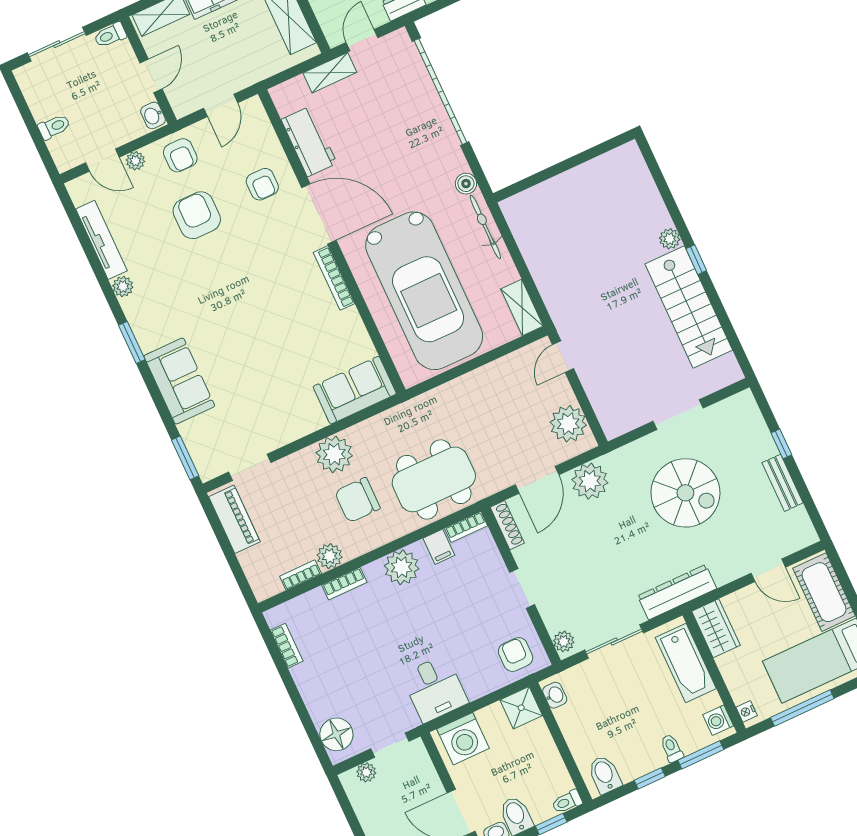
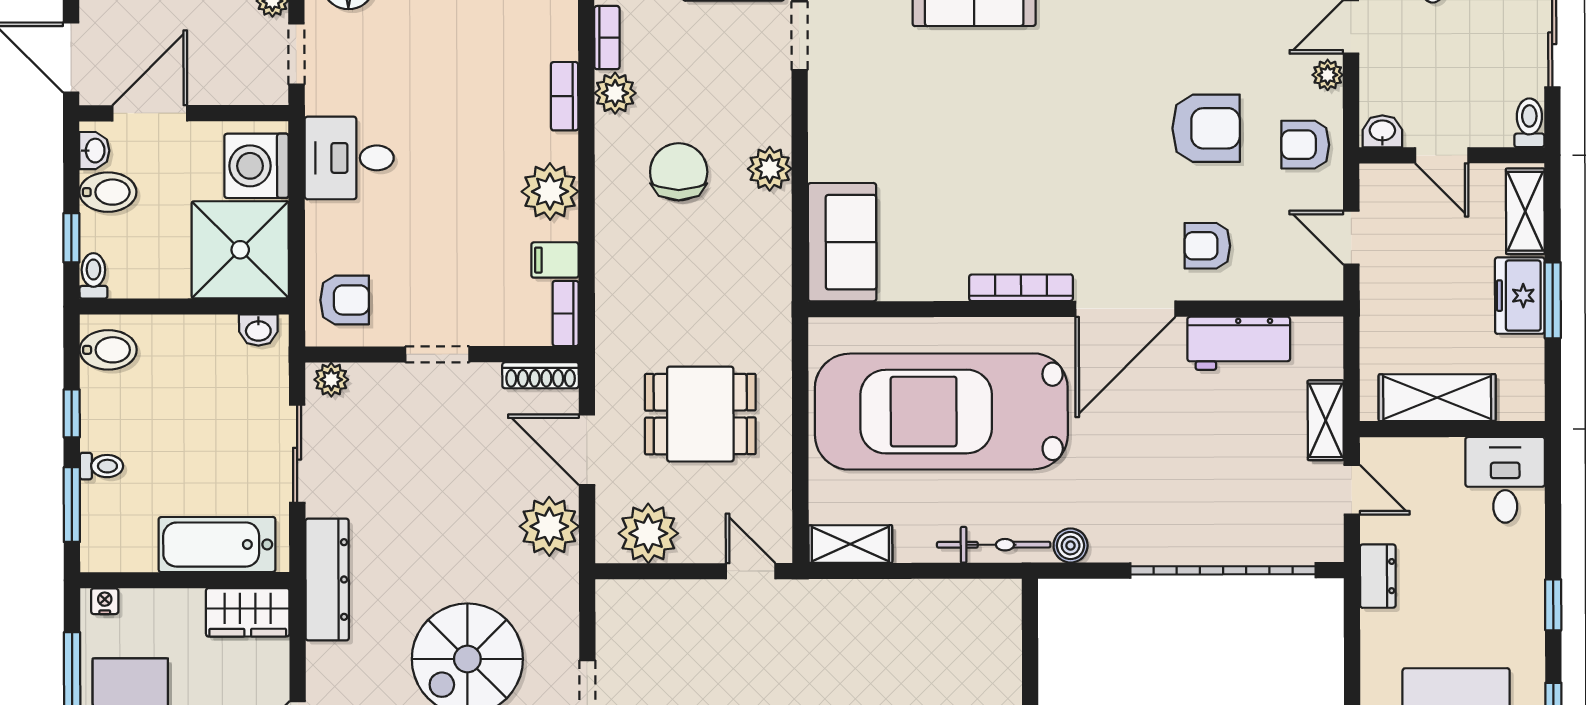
plant: (334, 454) -> (770, 169), width x0.73, depth x0.73
dining table: (434, 479) -> (700, 414), moved, width x0.73
shower: (521, 708) -> (240, 250), width x1.86, depth x1.86
washing machine: (718, 720) -> (111, 553), removed

